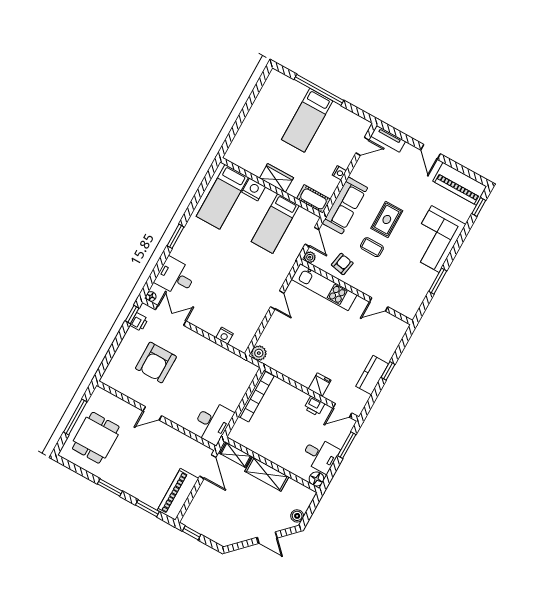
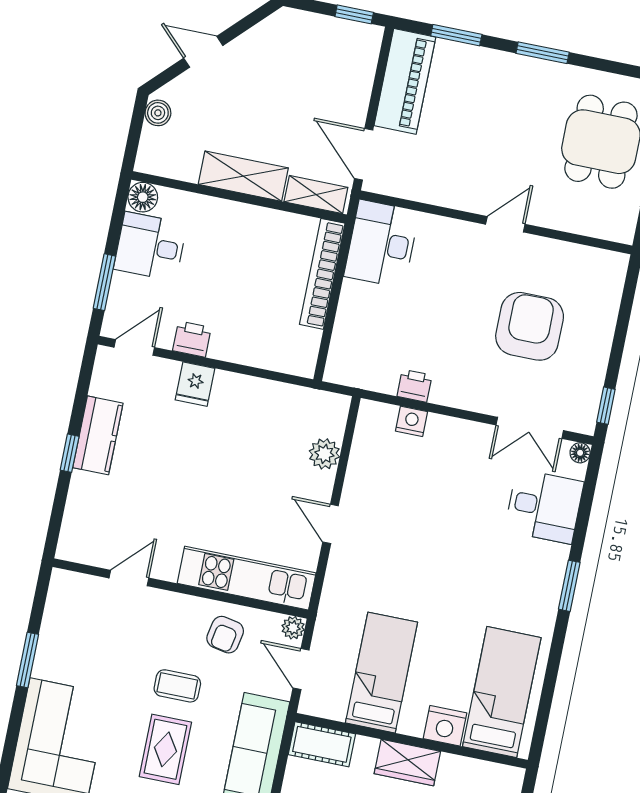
printer: (139, 322) -> (414, 386), moved, turned 90
plant: (259, 353) -> (324, 454), moved
bookcase: (256, 396) -> (322, 274), moved

